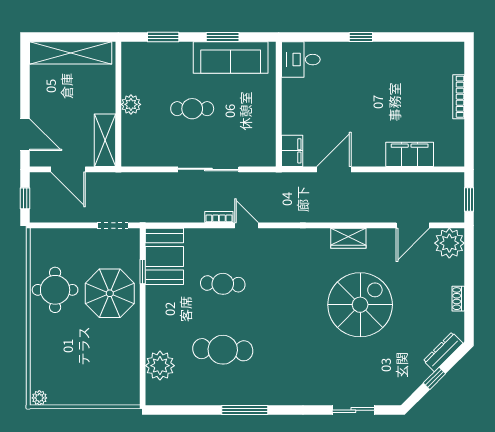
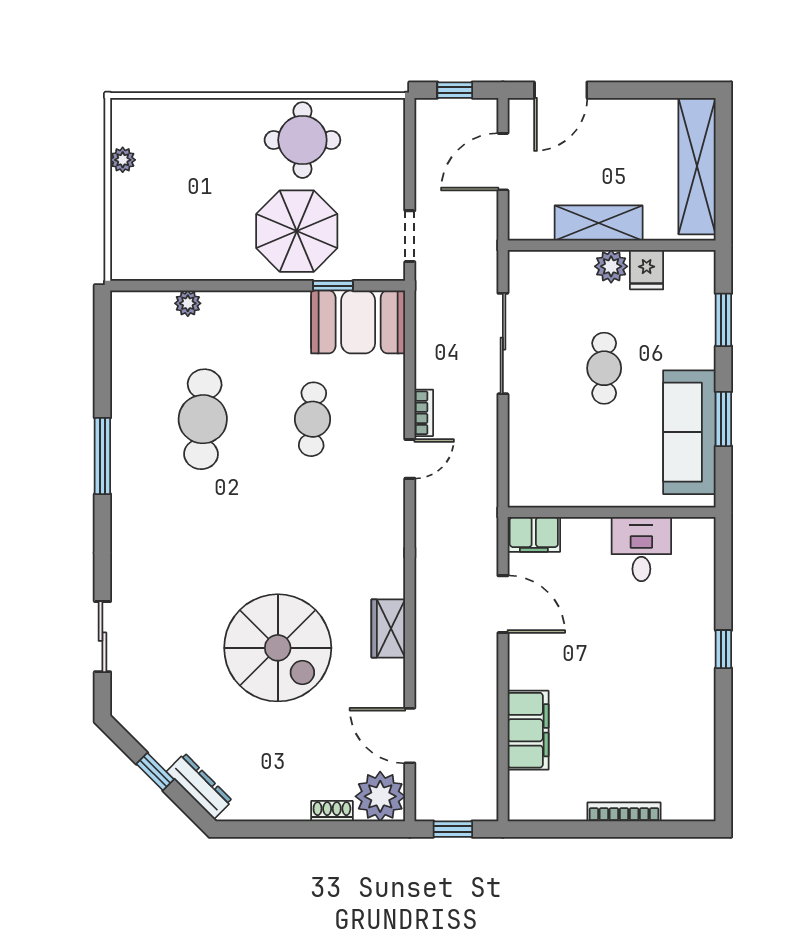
desk: (301, 60) -> (641, 549), moved
fridge: (133, 83) -> (647, 270), added
shelving: (105, 140) -> (599, 223), moved
sliding door: (208, 169) -> (503, 344), moved
shoe rack: (458, 299) -> (332, 811), moved
plant: (160, 366) -> (188, 303), width x0.53, depth x0.53
plant: (39, 398) -> (123, 160), moved

